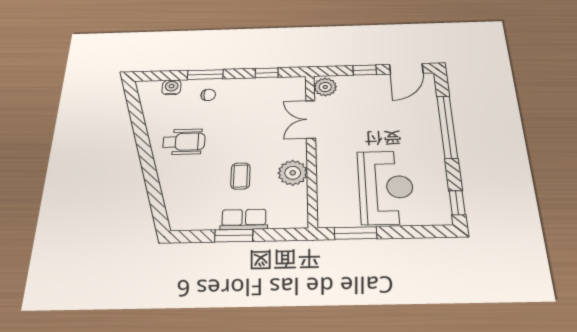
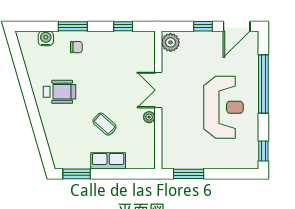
double door: (311, 119) -> (158, 90), moved
plant: (293, 173) -> (149, 117), width x0.53, depth x0.53
coffee table: (240, 176) -> (105, 124), turned -48
reception desk: (386, 187) -> (223, 107), moved
window: (234, 236) -> (77, 174), moved

